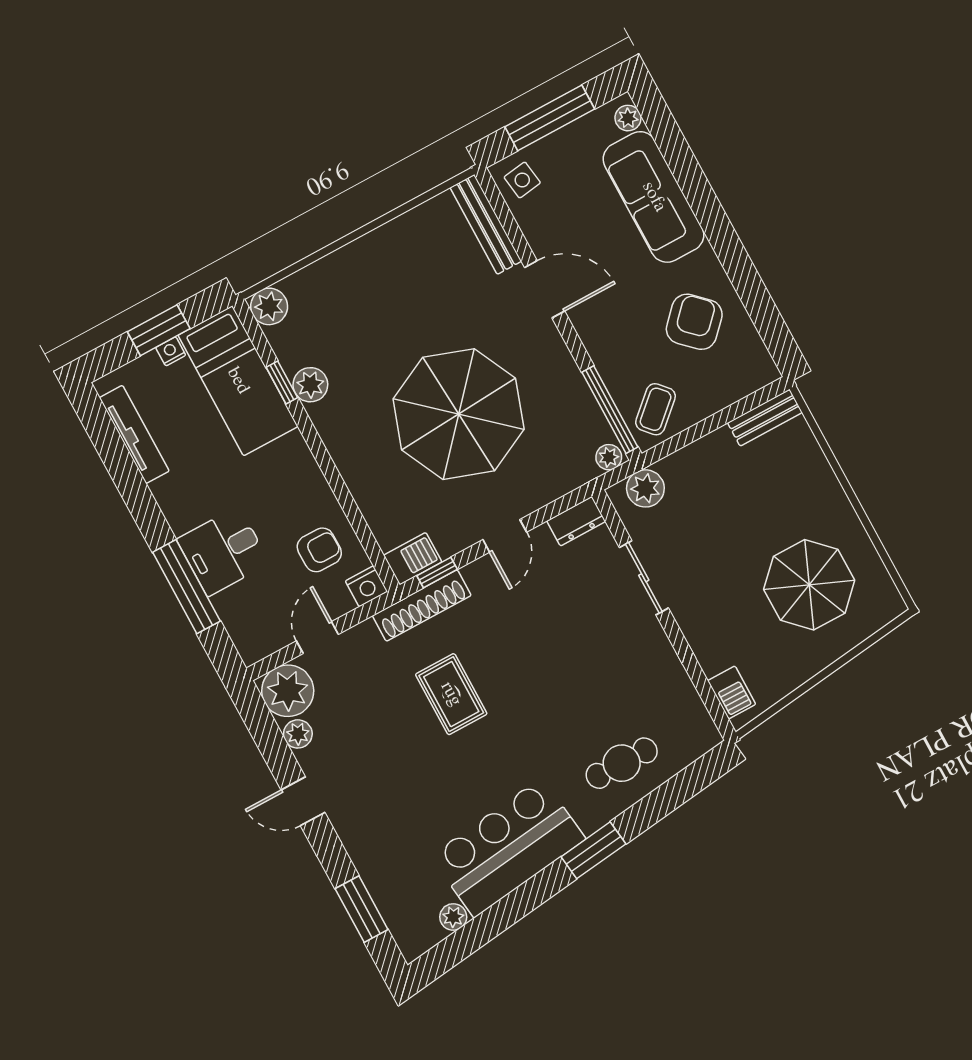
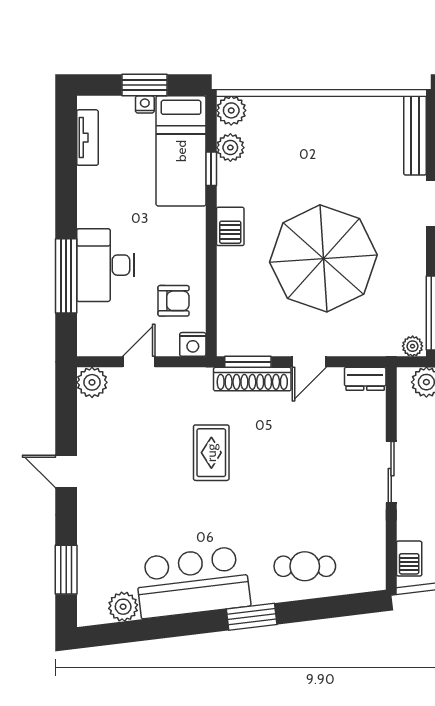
plant: (310, 385) -> (230, 148), moved
tv unit: (134, 434) -> (87, 138), width x0.71
desk: (223, 551) -> (105, 265), width x1.37
barbecue: (413, 559) -> (230, 226), moved, turned 90
window: (437, 573) -> (248, 362), width x1.50
sliding door: (644, 578) -> (391, 472), moved
shoe rack: (422, 606) -> (252, 379), moved
plant: (288, 691) -> (92, 382), width x0.73, depth x0.73
plant: (298, 734) -> (88, 422), removed
plant: (453, 917) -> (123, 607), width x1.38, depth x1.38

